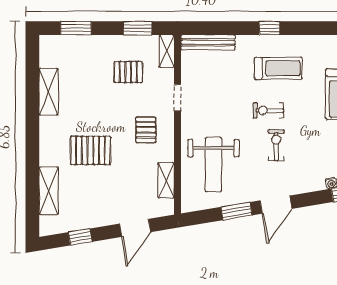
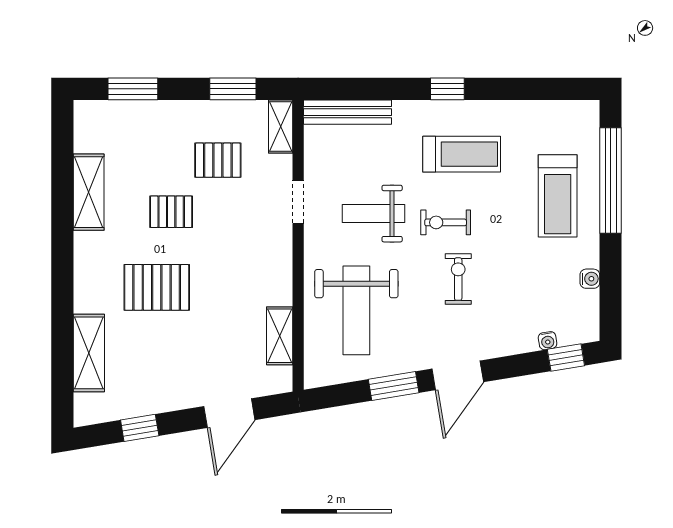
weight bench: (224, 105) -> (373, 214), added
pallet: (146, 130) -> (171, 212), moved, turned 90

